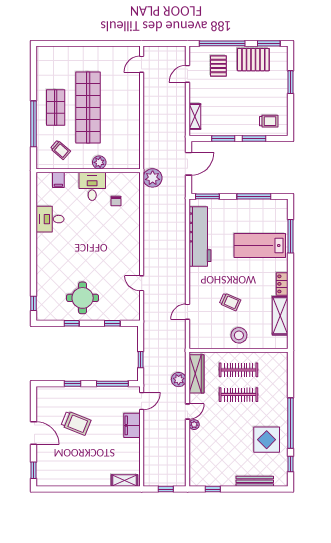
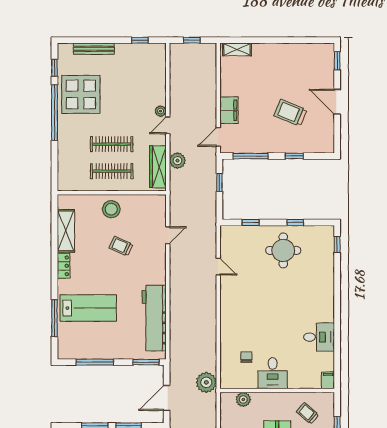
plant: (99, 162) -> (243, 399), moved
filing cabinet: (58, 180) -> (328, 380), moved
display table: (267, 440) -> (81, 94), width x1.36, depth x1.36

